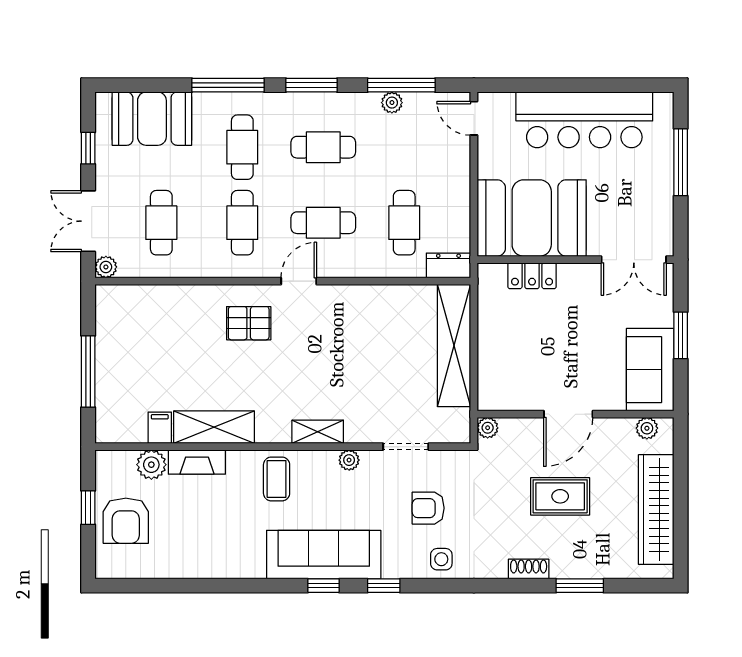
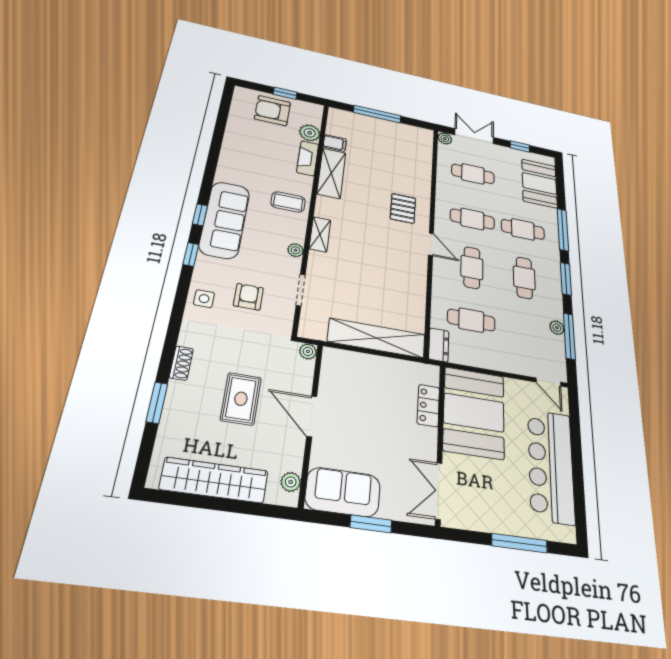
door: (474, 118) -> (548, 382), swing flipped

